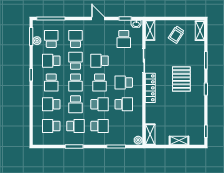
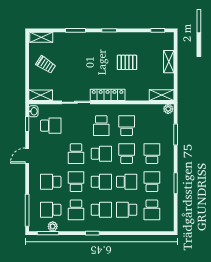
school desk: (75, 61) -> (76, 182), turned 90
pallet: (181, 79) -> (127, 62), moved, width x0.67, depth x0.71
school desk: (51, 104) -> (127, 210), turned 90

